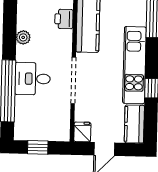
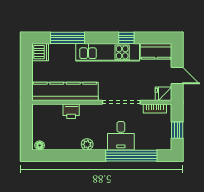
bookcase: (65, 121) -> (155, 108), added

